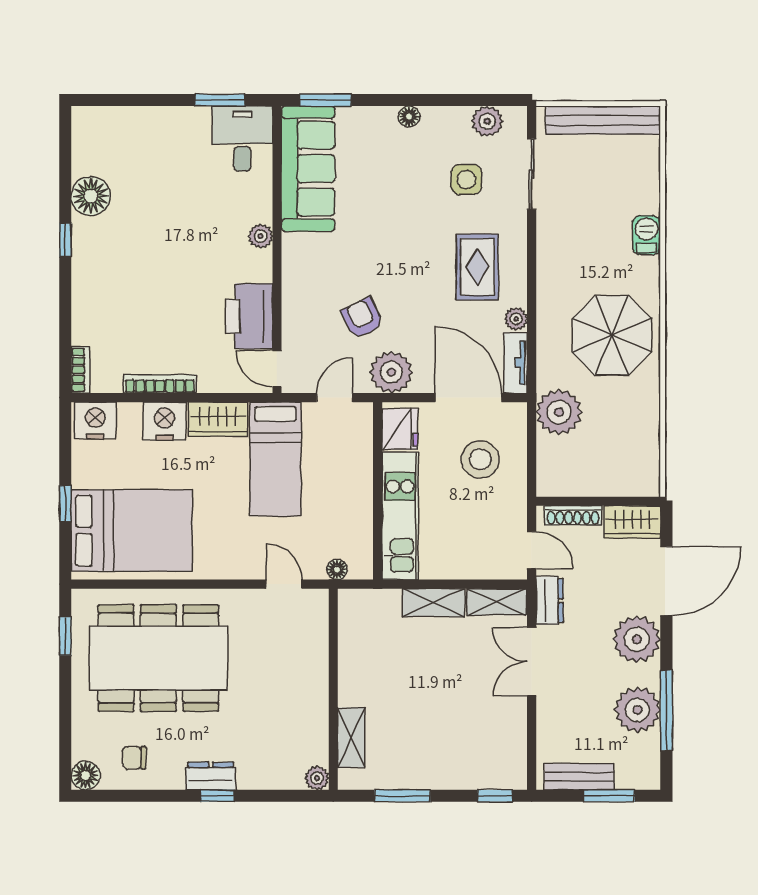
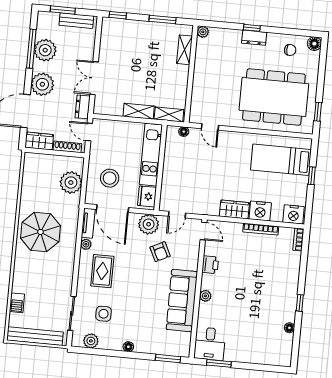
sofa: (308, 169) -> (182, 301), moved
floor lamp: (91, 196) -> (289, 328), width x0.53, depth x0.53
barbecue: (646, 235) -> (17, 303), moved
printer: (249, 316) -> (210, 265), width x0.53, depth x0.68
plant: (559, 412) -> (71, 183), moved
bed: (275, 459) -> (208, 188), removed
bed: (132, 530) -> (281, 160), width x0.67
shelving: (497, 602) -> (169, 114), moved
double door: (532, 662) -> (94, 78), swing flipped

